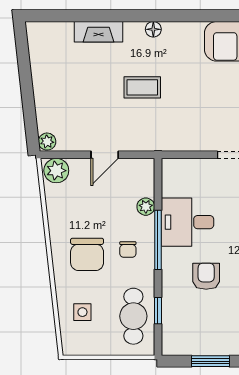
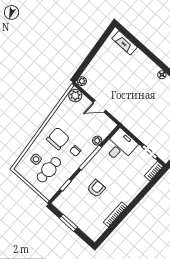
fireplace: (98, 32) -> (125, 43), moved
coffee table: (142, 87) -> (137, 93), removed
desk: (187, 222) -> (120, 146), moved, turned 90
chair: (87, 254) -> (58, 139), turned 180
cafe table: (133, 316) -> (49, 170), moved

